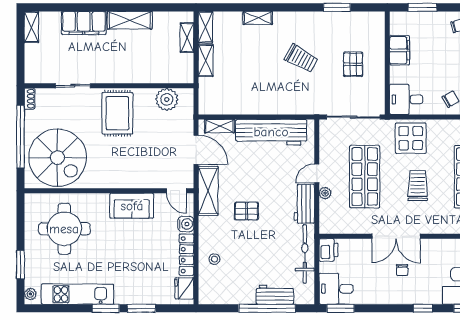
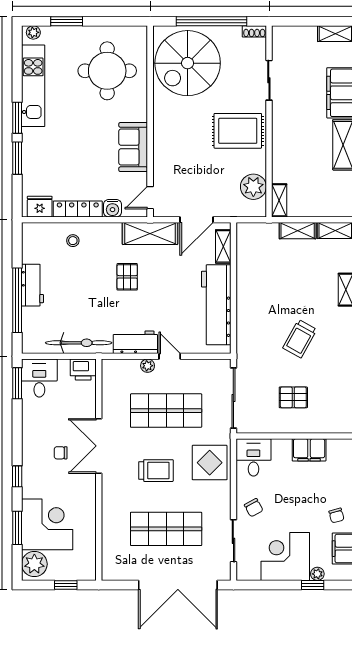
shelving: (187, 38) -> (279, 200), moved, turned 90
workbench: (275, 295) -> (32, 285), moved

